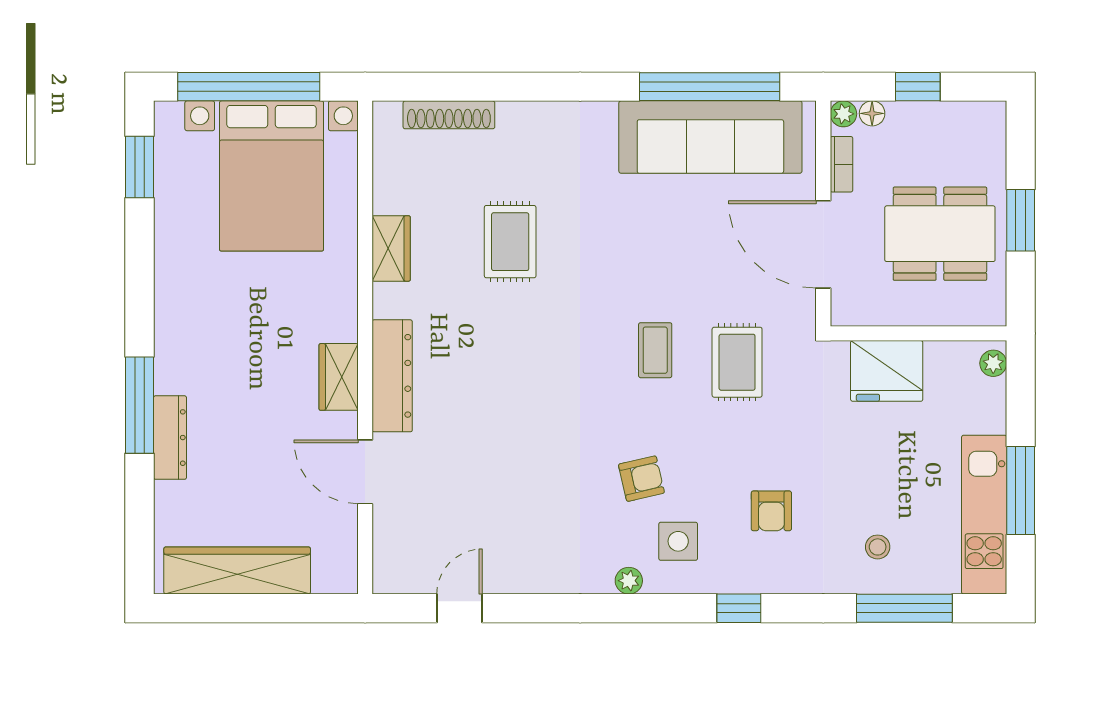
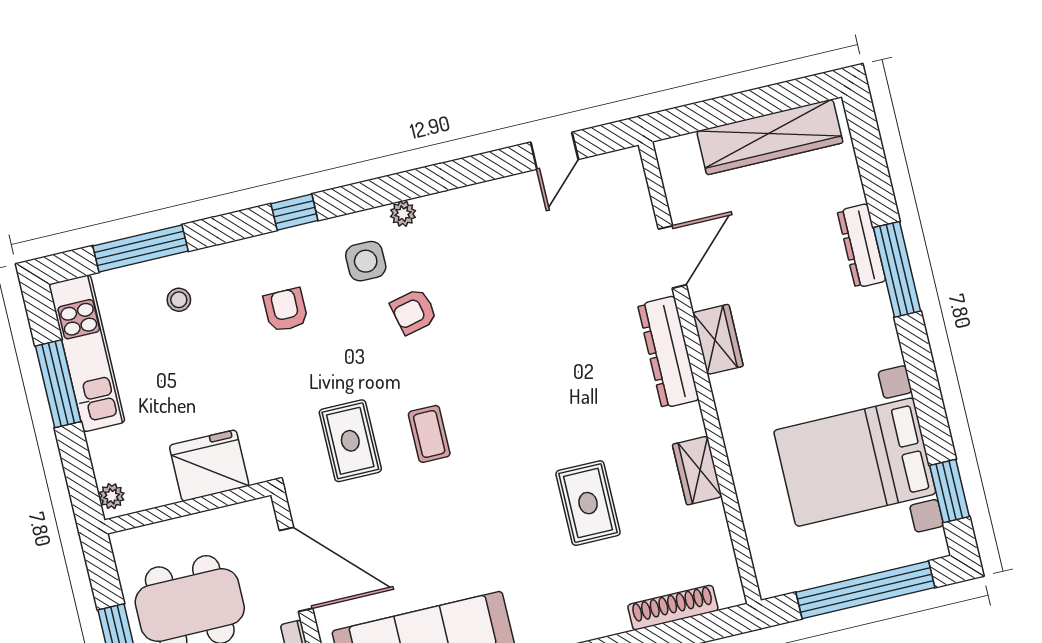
bed with nightstands: (272, 176) -> (855, 462), moved, turned -90
door: (365, 472) -> (672, 257), hinge flipped

